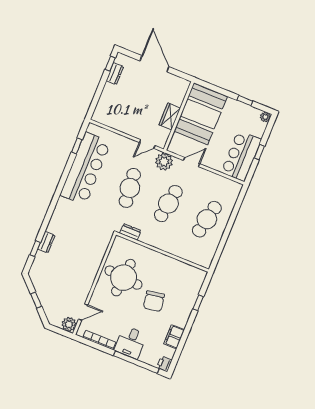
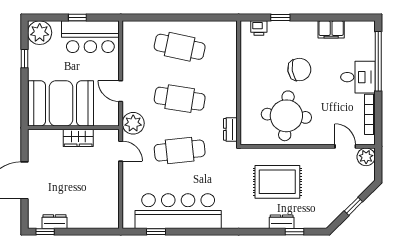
plant: (265, 117) -> (40, 33), width x1.87, depth x1.87
rug: (77, 251) -> (277, 182), added
printer: (164, 364) -> (259, 28), moved

